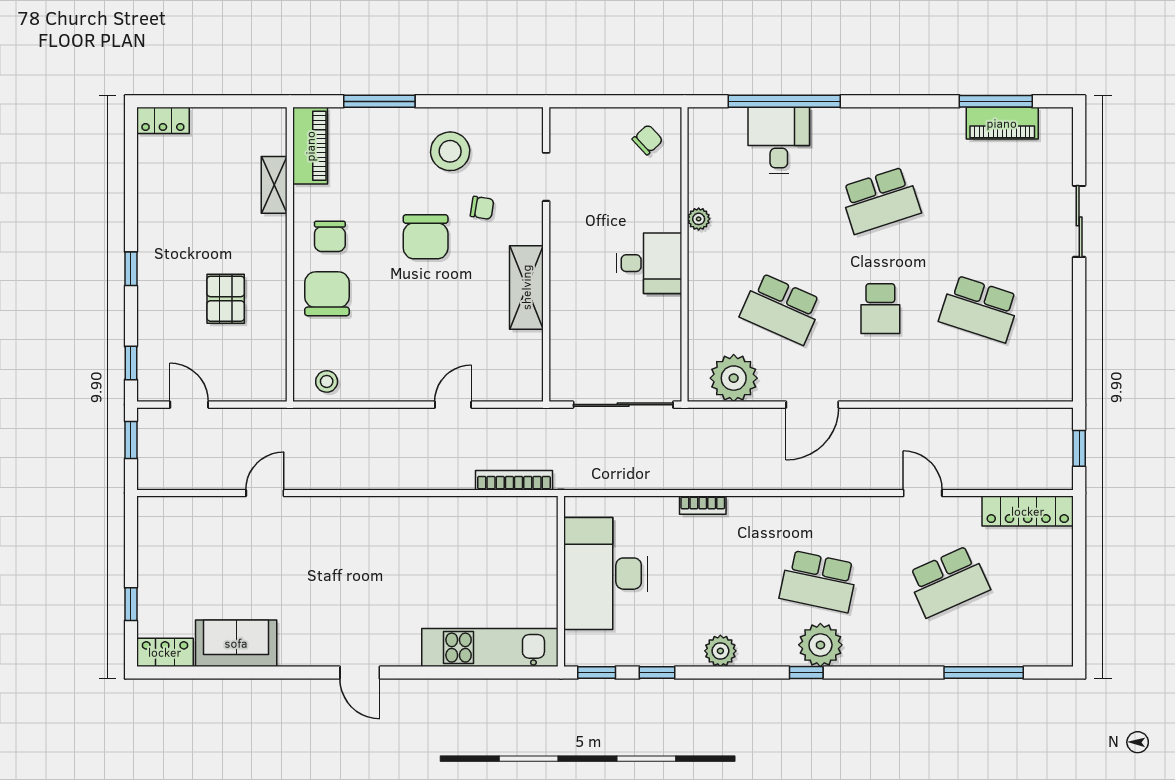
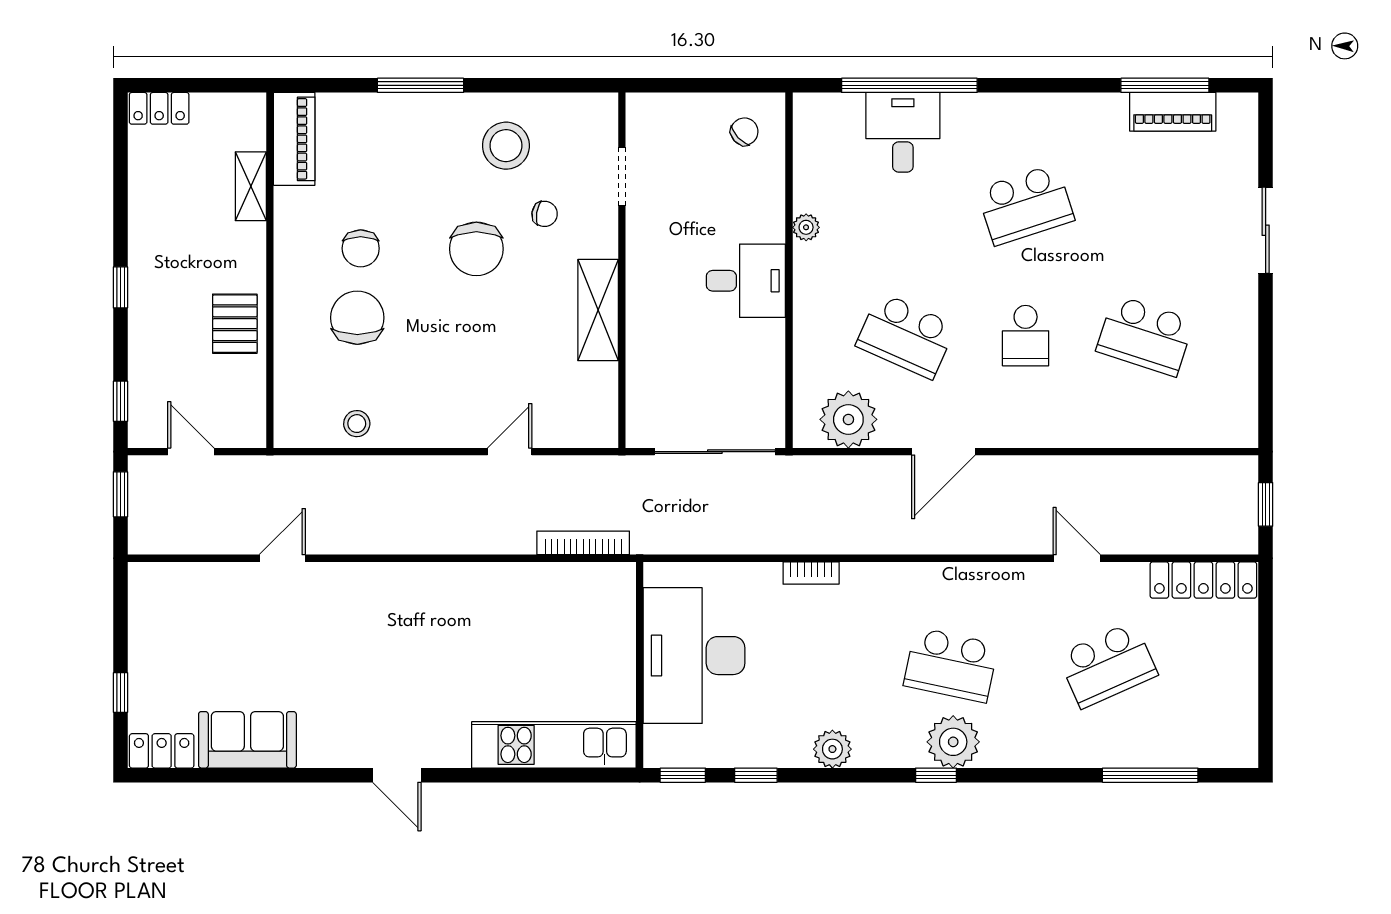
piano: (310, 146) -> (294, 139), moved
shelving: (274, 185) -> (251, 186), moved
wall: (290, 254) -> (270, 270), moved

